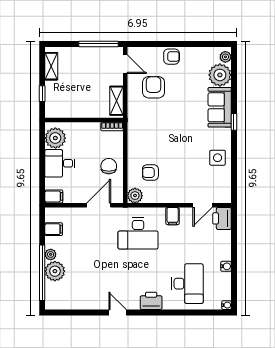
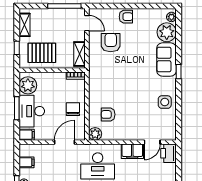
pallet: (72, 99) -> (42, 53), added
desk: (60, 163) -> (32, 111), width x1.37
window: (42, 165) -> (17, 108), added
filing cabinet: (173, 216) -> (132, 151), width x2.00

